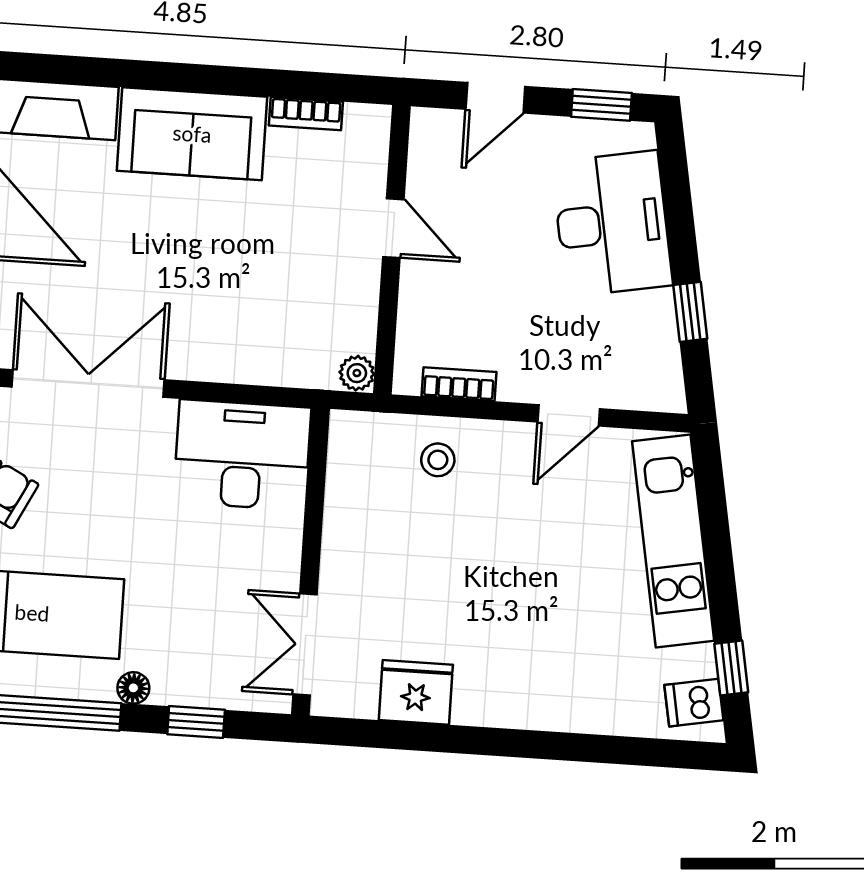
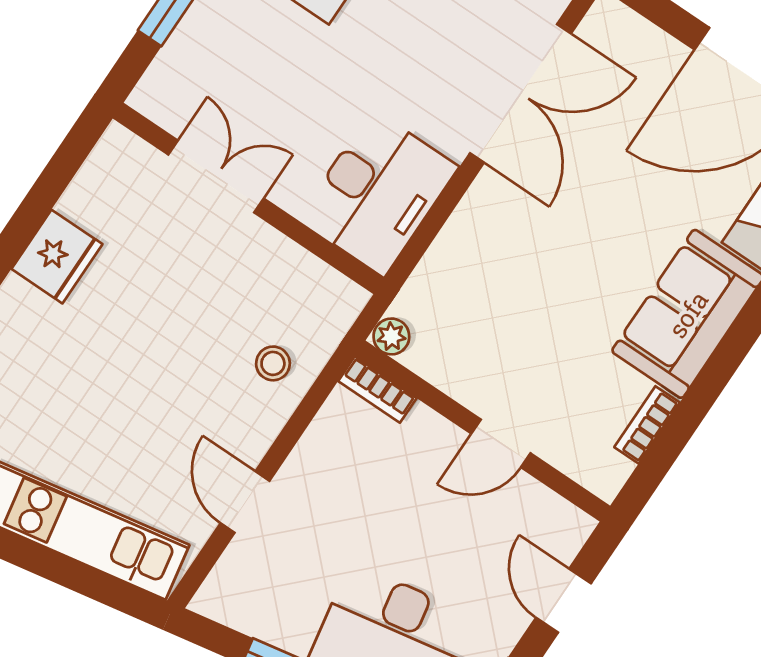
bookcase: (459, 384) -> (377, 390), moved, turned 90
double door: (305, 644) -> (216, 177), moved
fridge: (416, 692) -> (57, 257), moved

